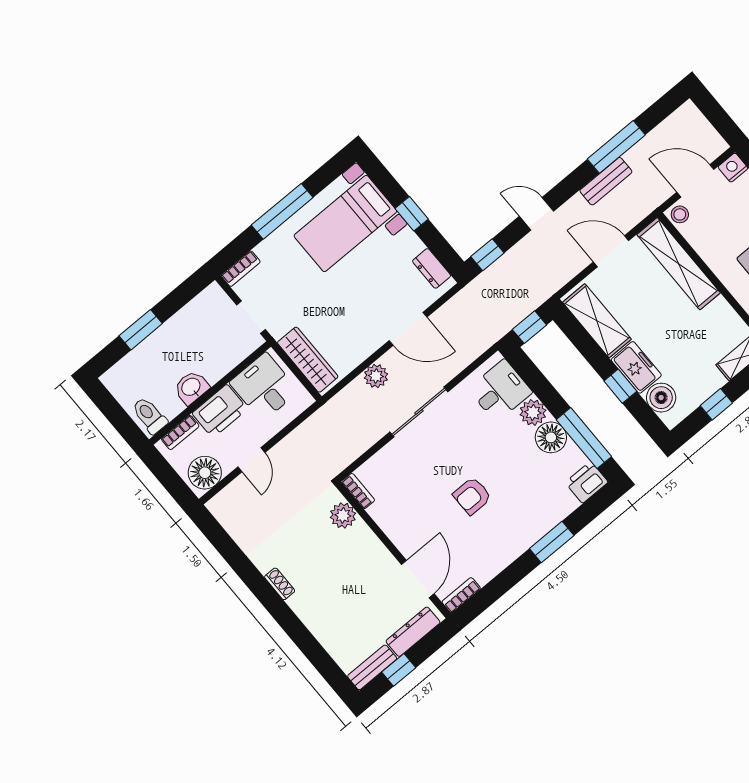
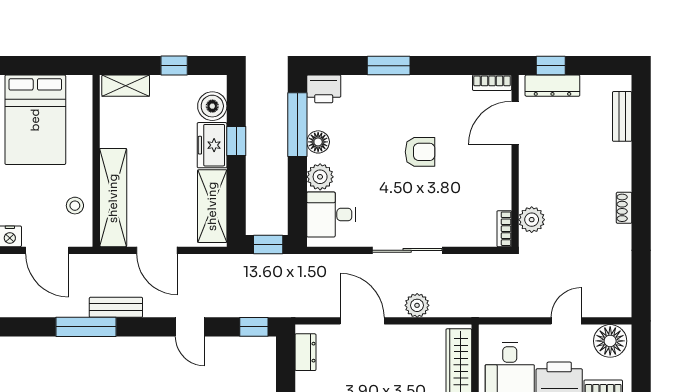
stool: (680, 214) -> (75, 206), moved
floor lamp: (551, 437) -> (318, 142), width x0.73, depth x0.73
bench: (372, 667) -> (622, 116), moved, turned 90
window: (399, 670) -> (551, 66), moved

